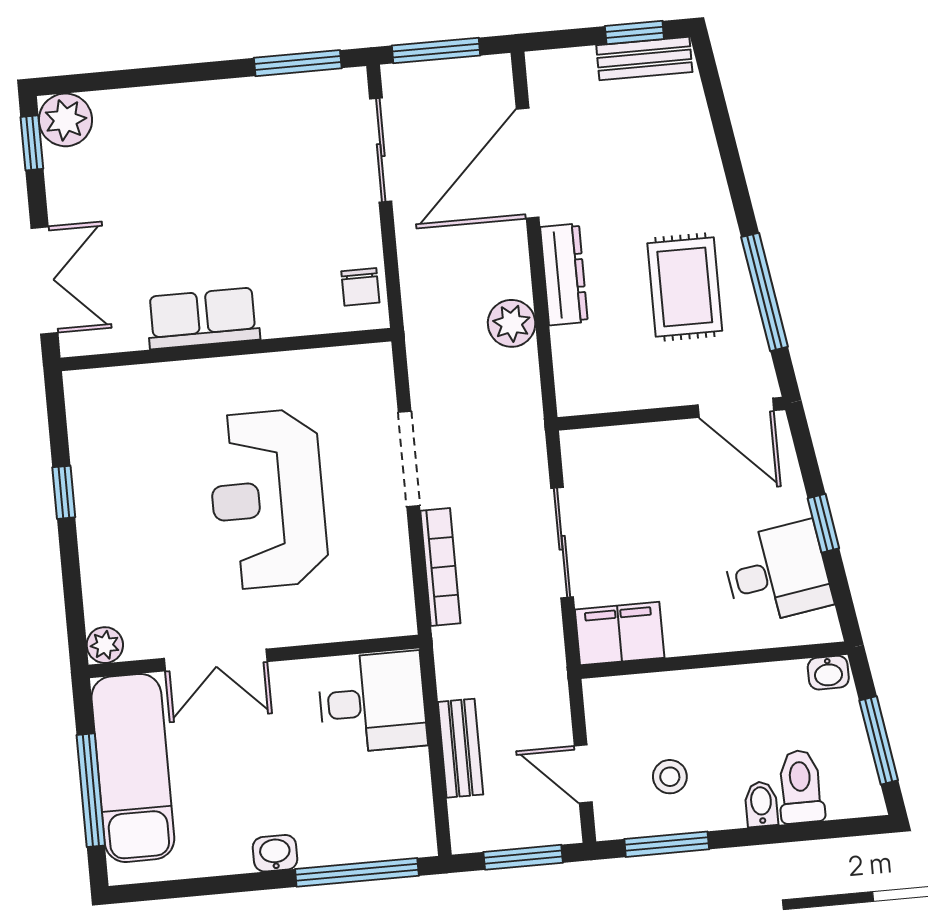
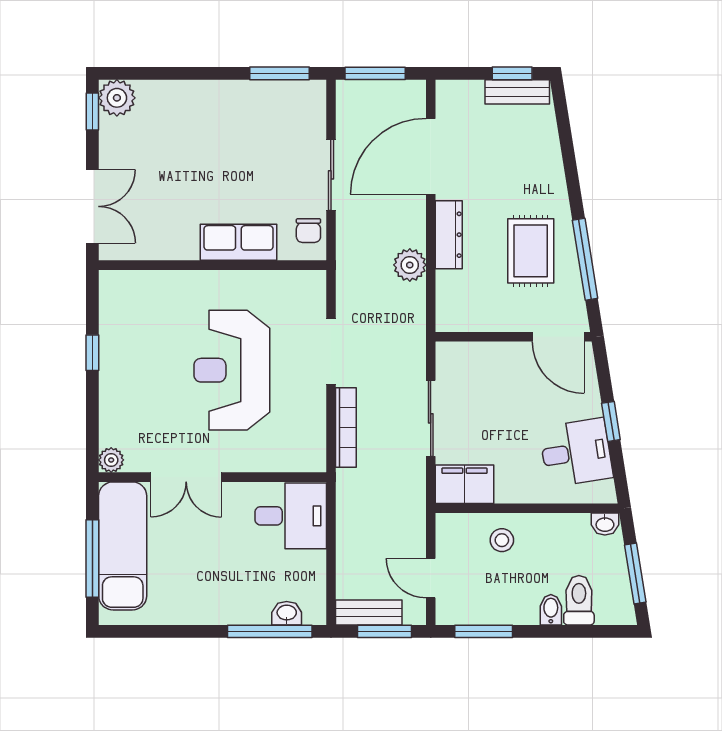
sliding door: (381, 150) -> (331, 175), moved
row of seats: (203, 318) -> (238, 242), moved
bench: (460, 748) -> (369, 613), moved, turned 90
stool: (670, 777) -> (502, 540), moved
washbasin: (275, 853) -> (287, 613), moved

